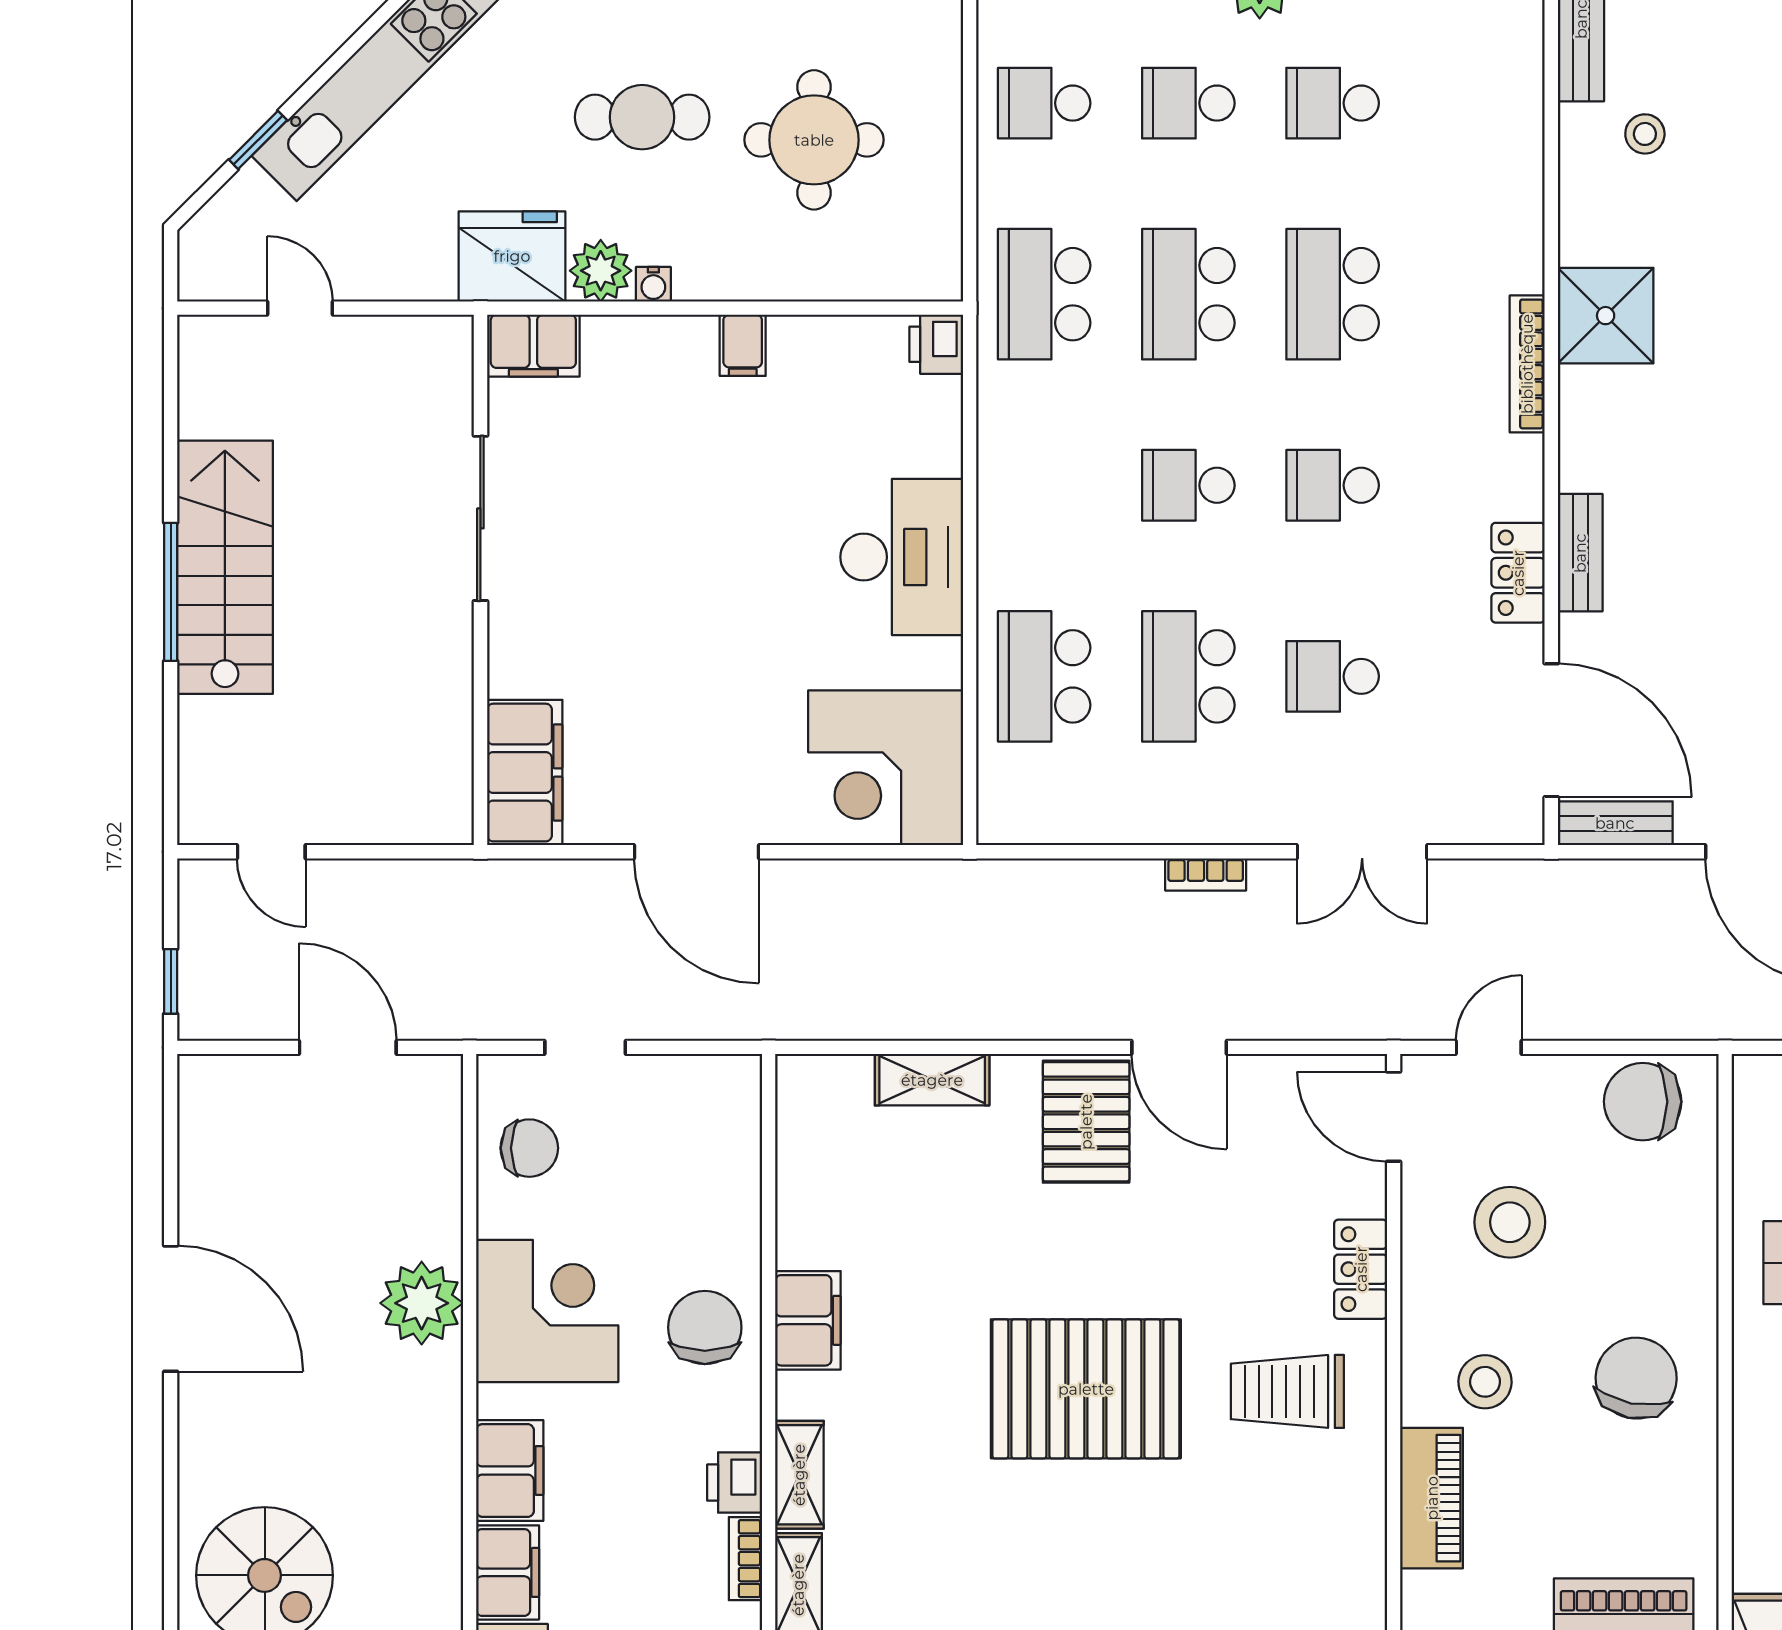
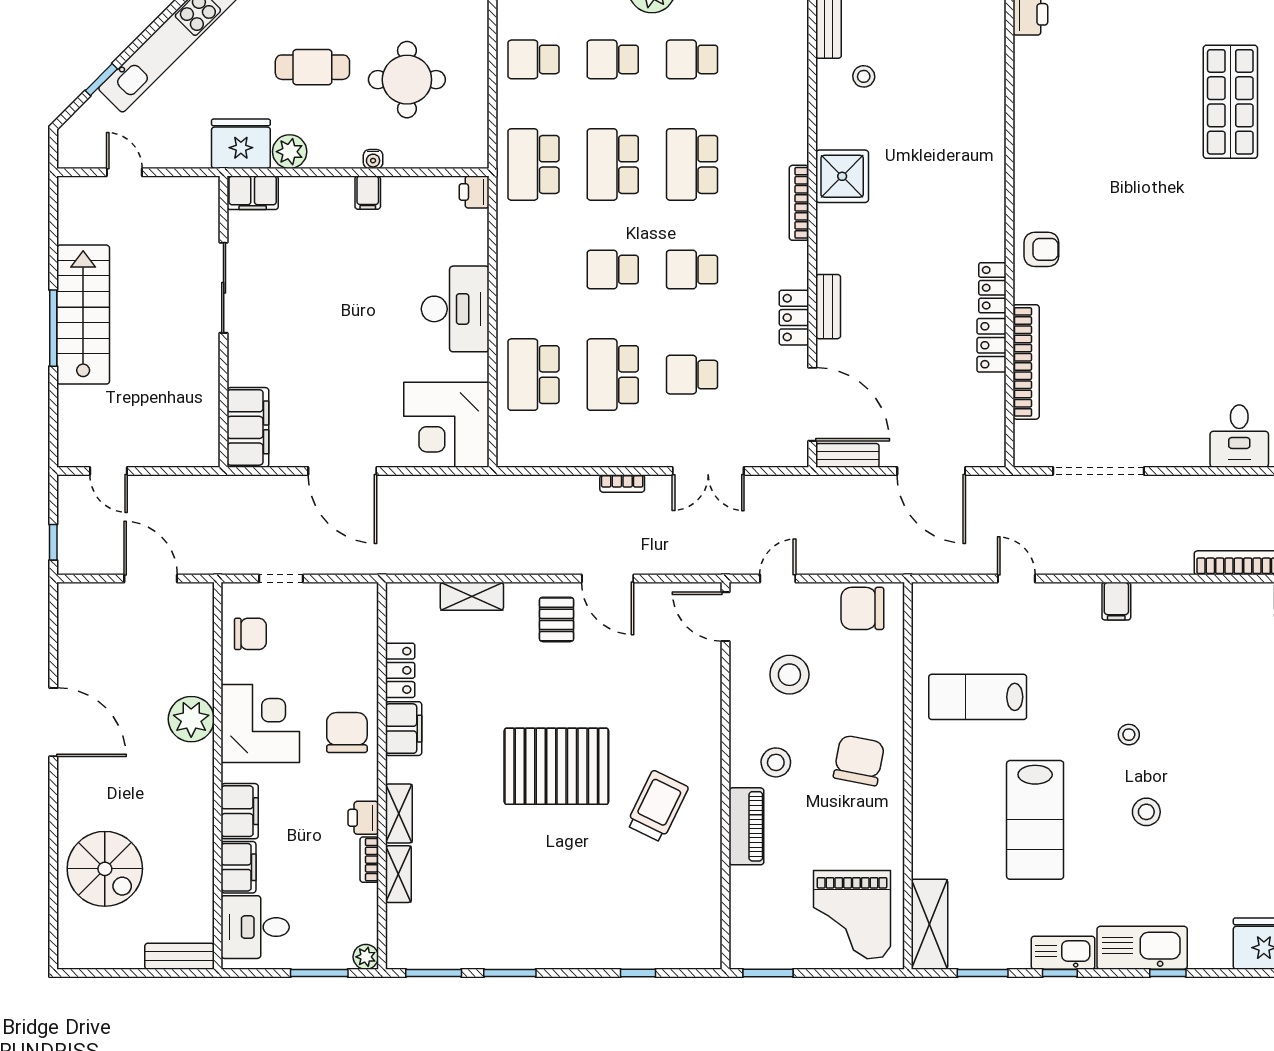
water cooler: (653, 284) -> (373, 159), moved
pallet: (1086, 1122) -> (557, 619), width x0.67, depth x0.71
locker: (1361, 1269) -> (400, 670), moved, turned 180
trolley: (1287, 1391) -> (657, 806), moved, turned 116

